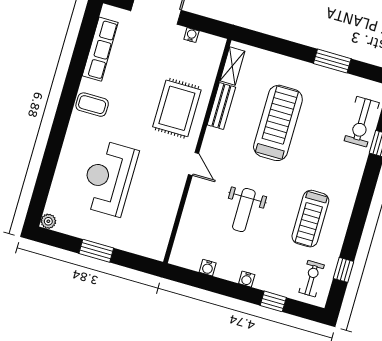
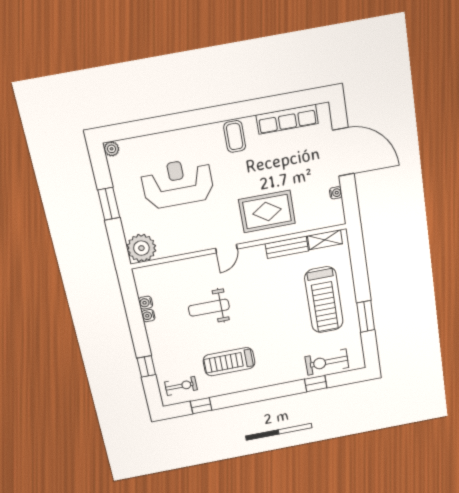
treadmill: (278, 123) -> (324, 300), moved, turned 90
plant: (153, 243) -> (141, 248), added
water cooler: (247, 279) -> (148, 316), moved

